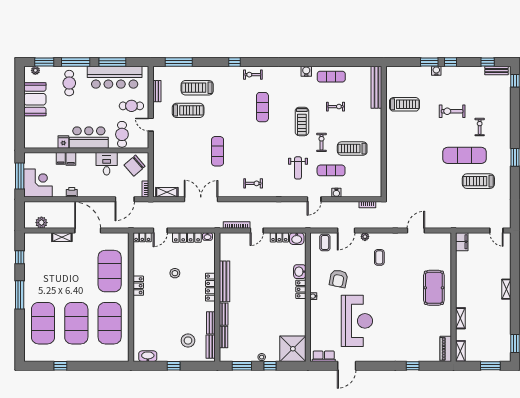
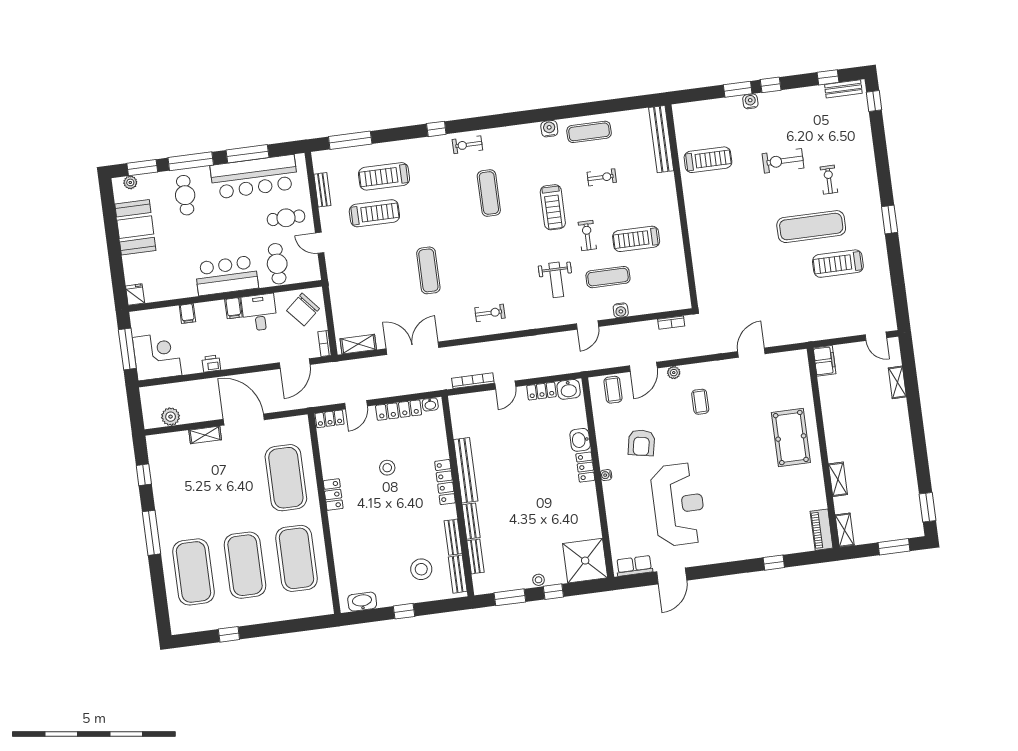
fridge: (63, 142) -> (135, 295), moved
filing cabinet: (71, 159) -> (233, 308), moved
shelving: (506, 289) -> (897, 382), moved

